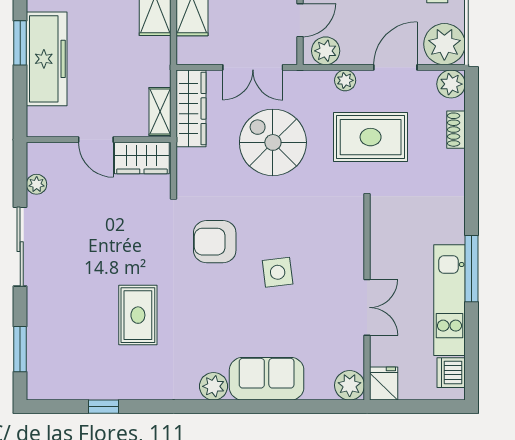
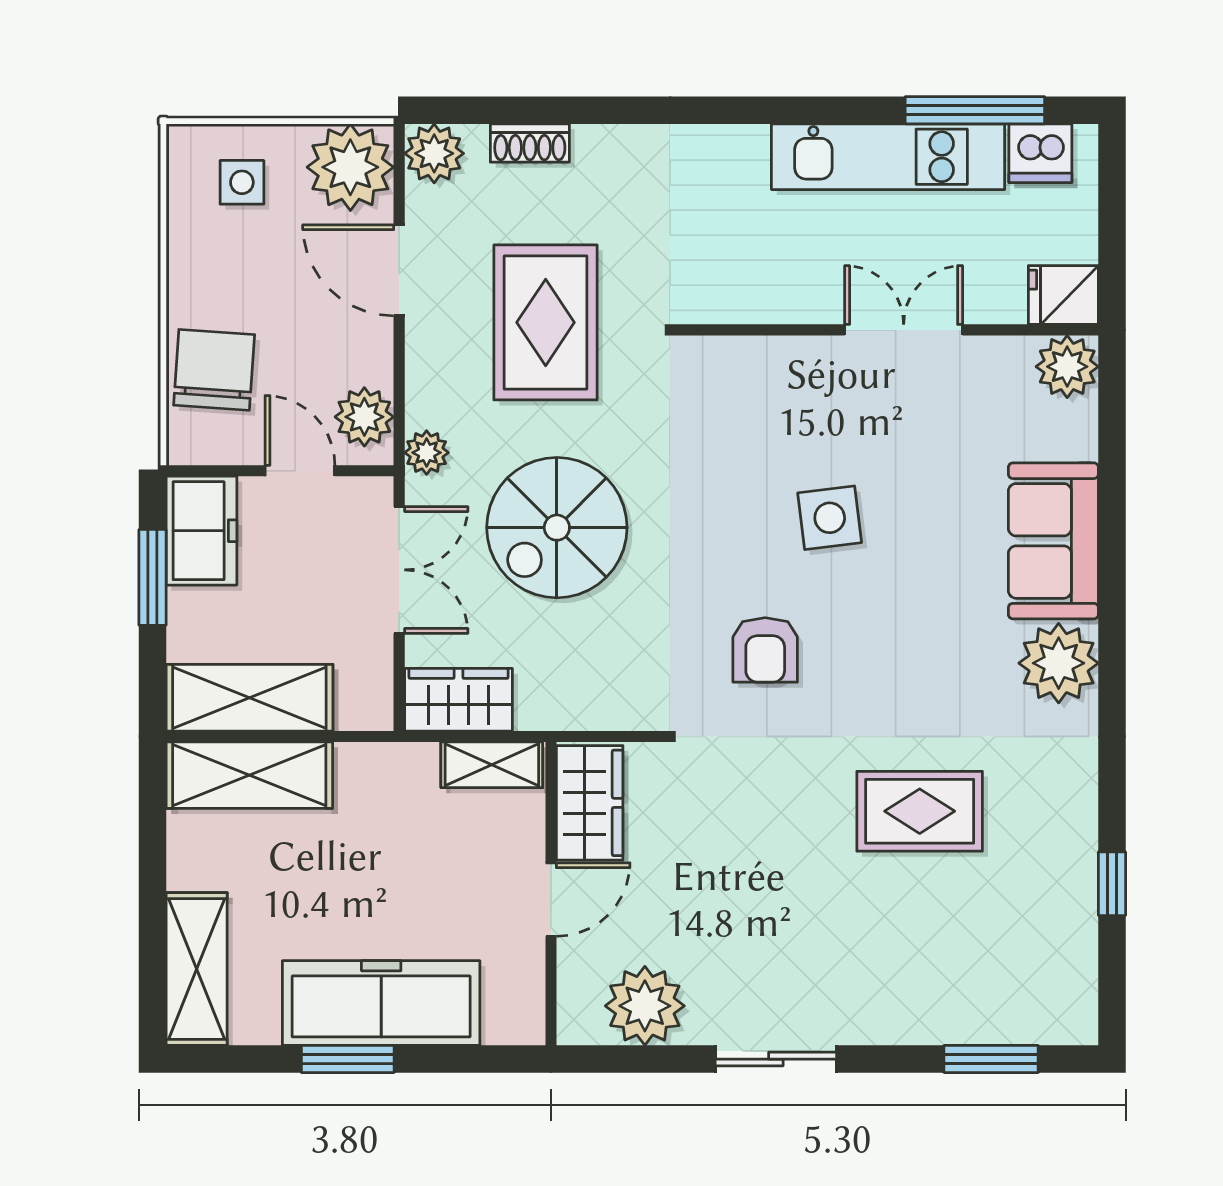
plant: (345, 80) -> (427, 453), moved
wardrobe: (191, 108) -> (459, 700), width x0.67
plant: (37, 184) -> (645, 1006), width x1.87, depth x1.87
armchair: (215, 242) -> (765, 650), width x0.72, depth x0.72
sliding door: (20, 247) -> (776, 1059), width x0.73
window: (472, 269) -> (975, 110), moved
plant: (214, 386) -> (1059, 663), width x1.36, depth x1.36

